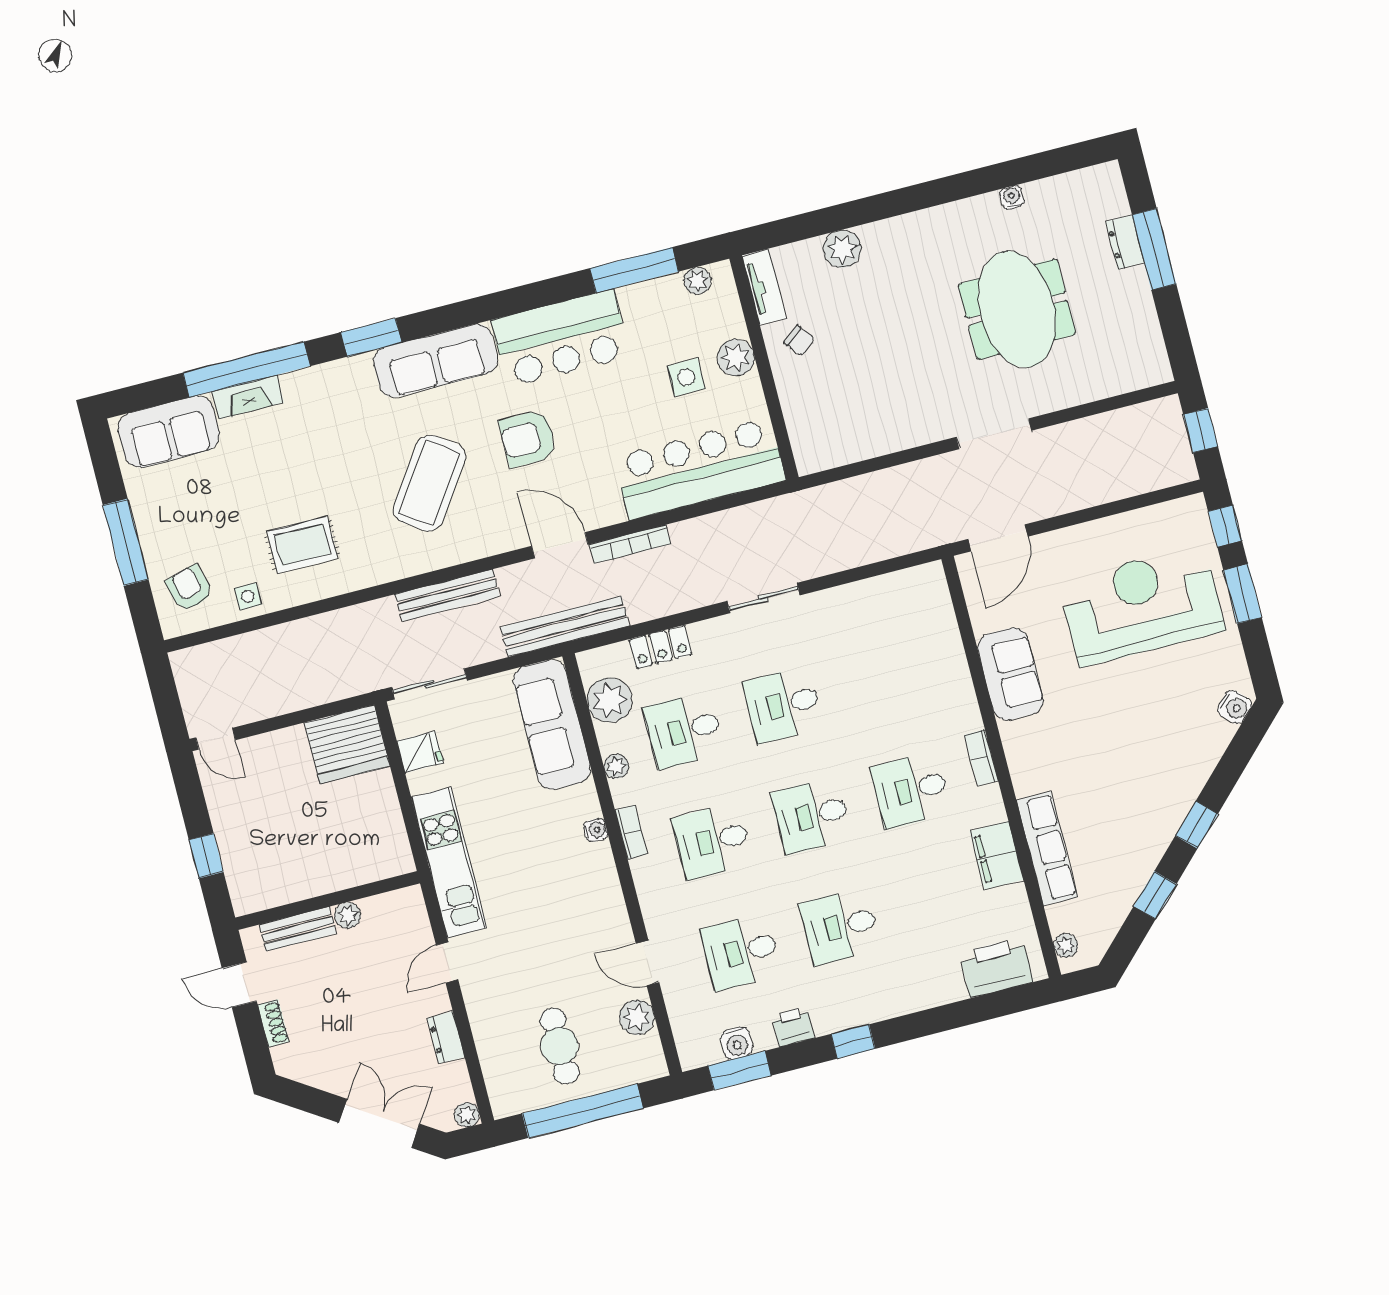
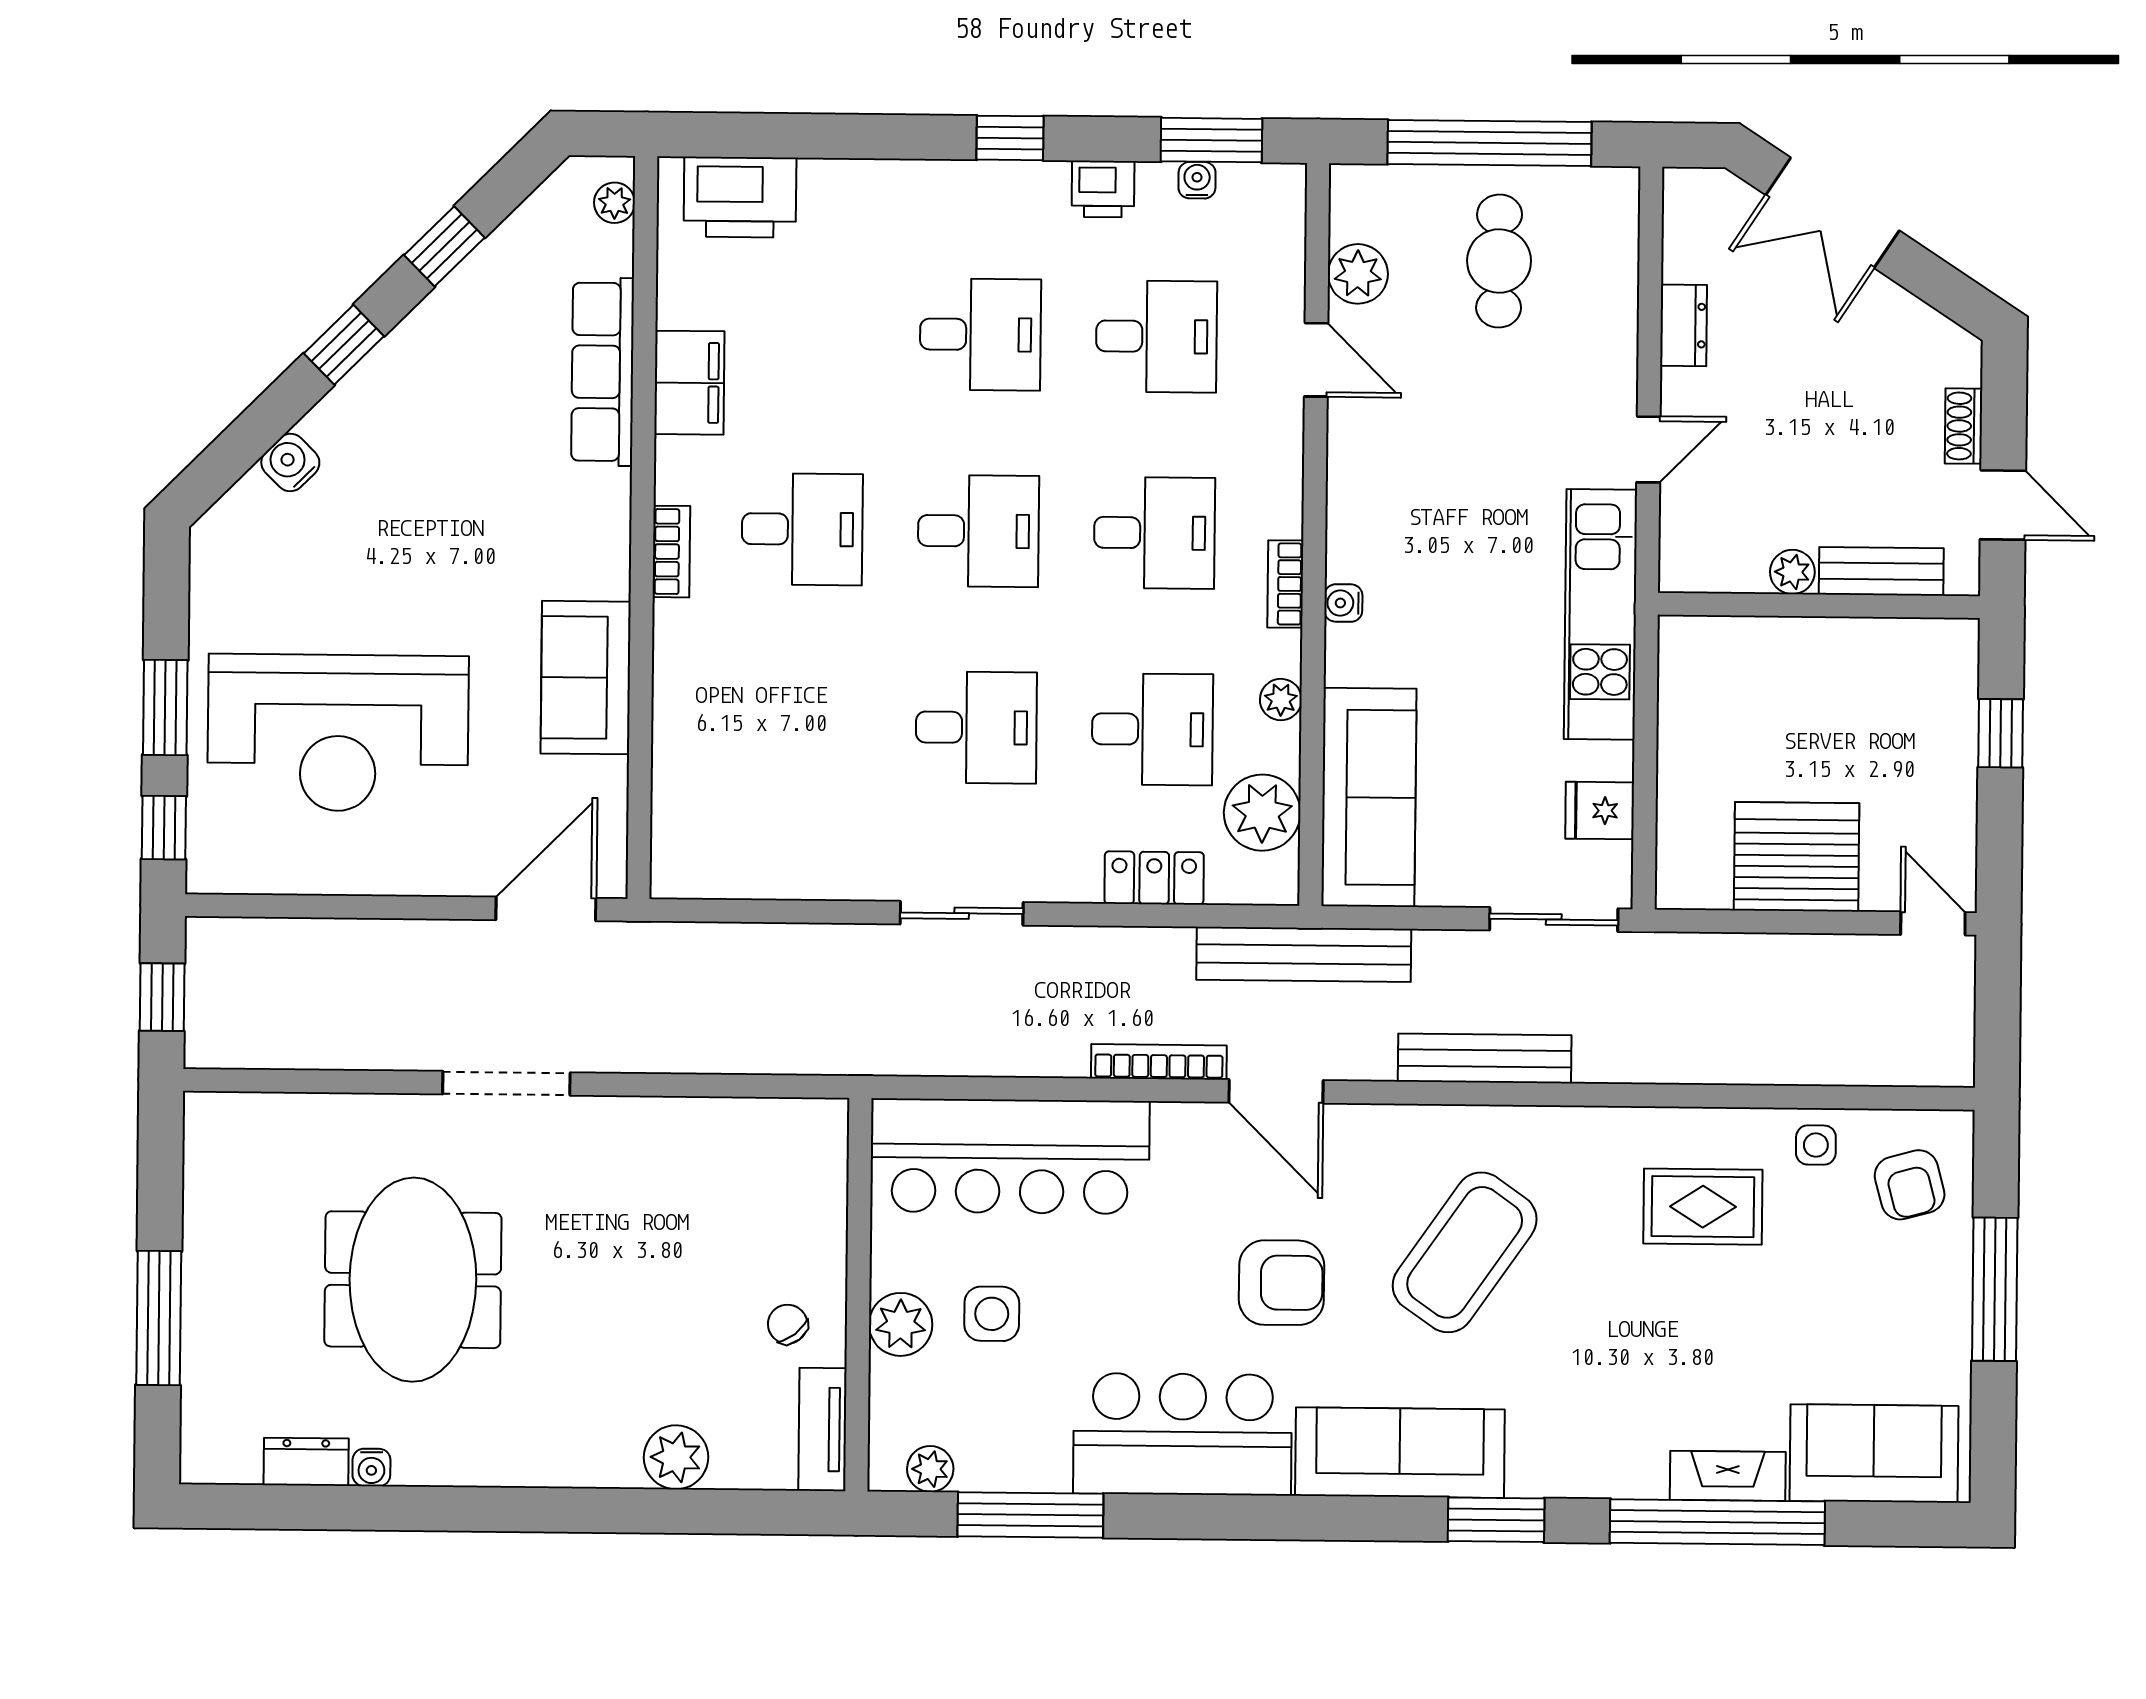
dresser: (1125, 242) -> (306, 1462), moved, turned -90
water cooler: (1235, 707) -> (290, 462), moved
server rack: (347, 744) -> (1797, 857), moved
water cooler: (737, 1043) -> (1197, 180), width x0.72, depth x0.72
plant: (467, 1115) -> (1683, 188), removed

